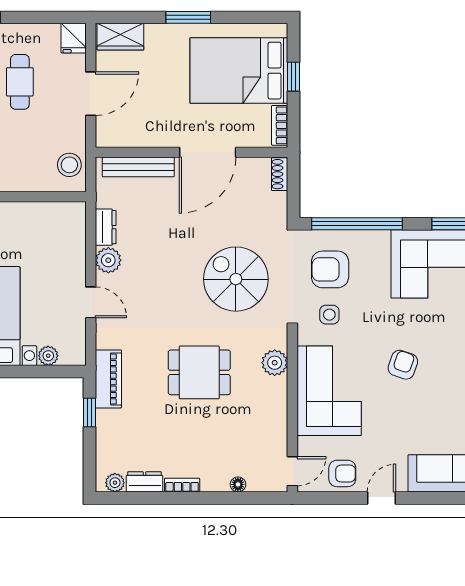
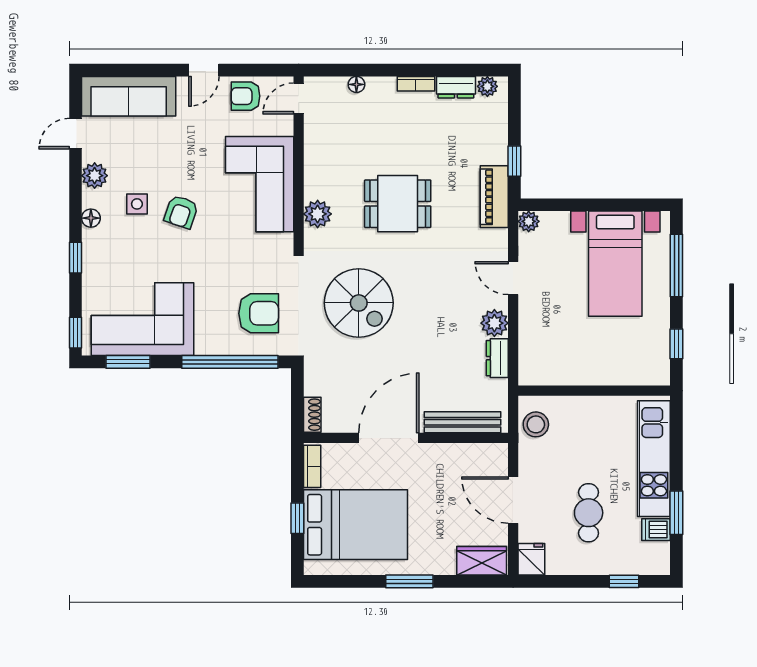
door: (91, 94) -> (513, 500), hinge flipped
side table: (329, 315) -> (137, 204), moved
plant: (48, 356) -> (529, 221), moved

